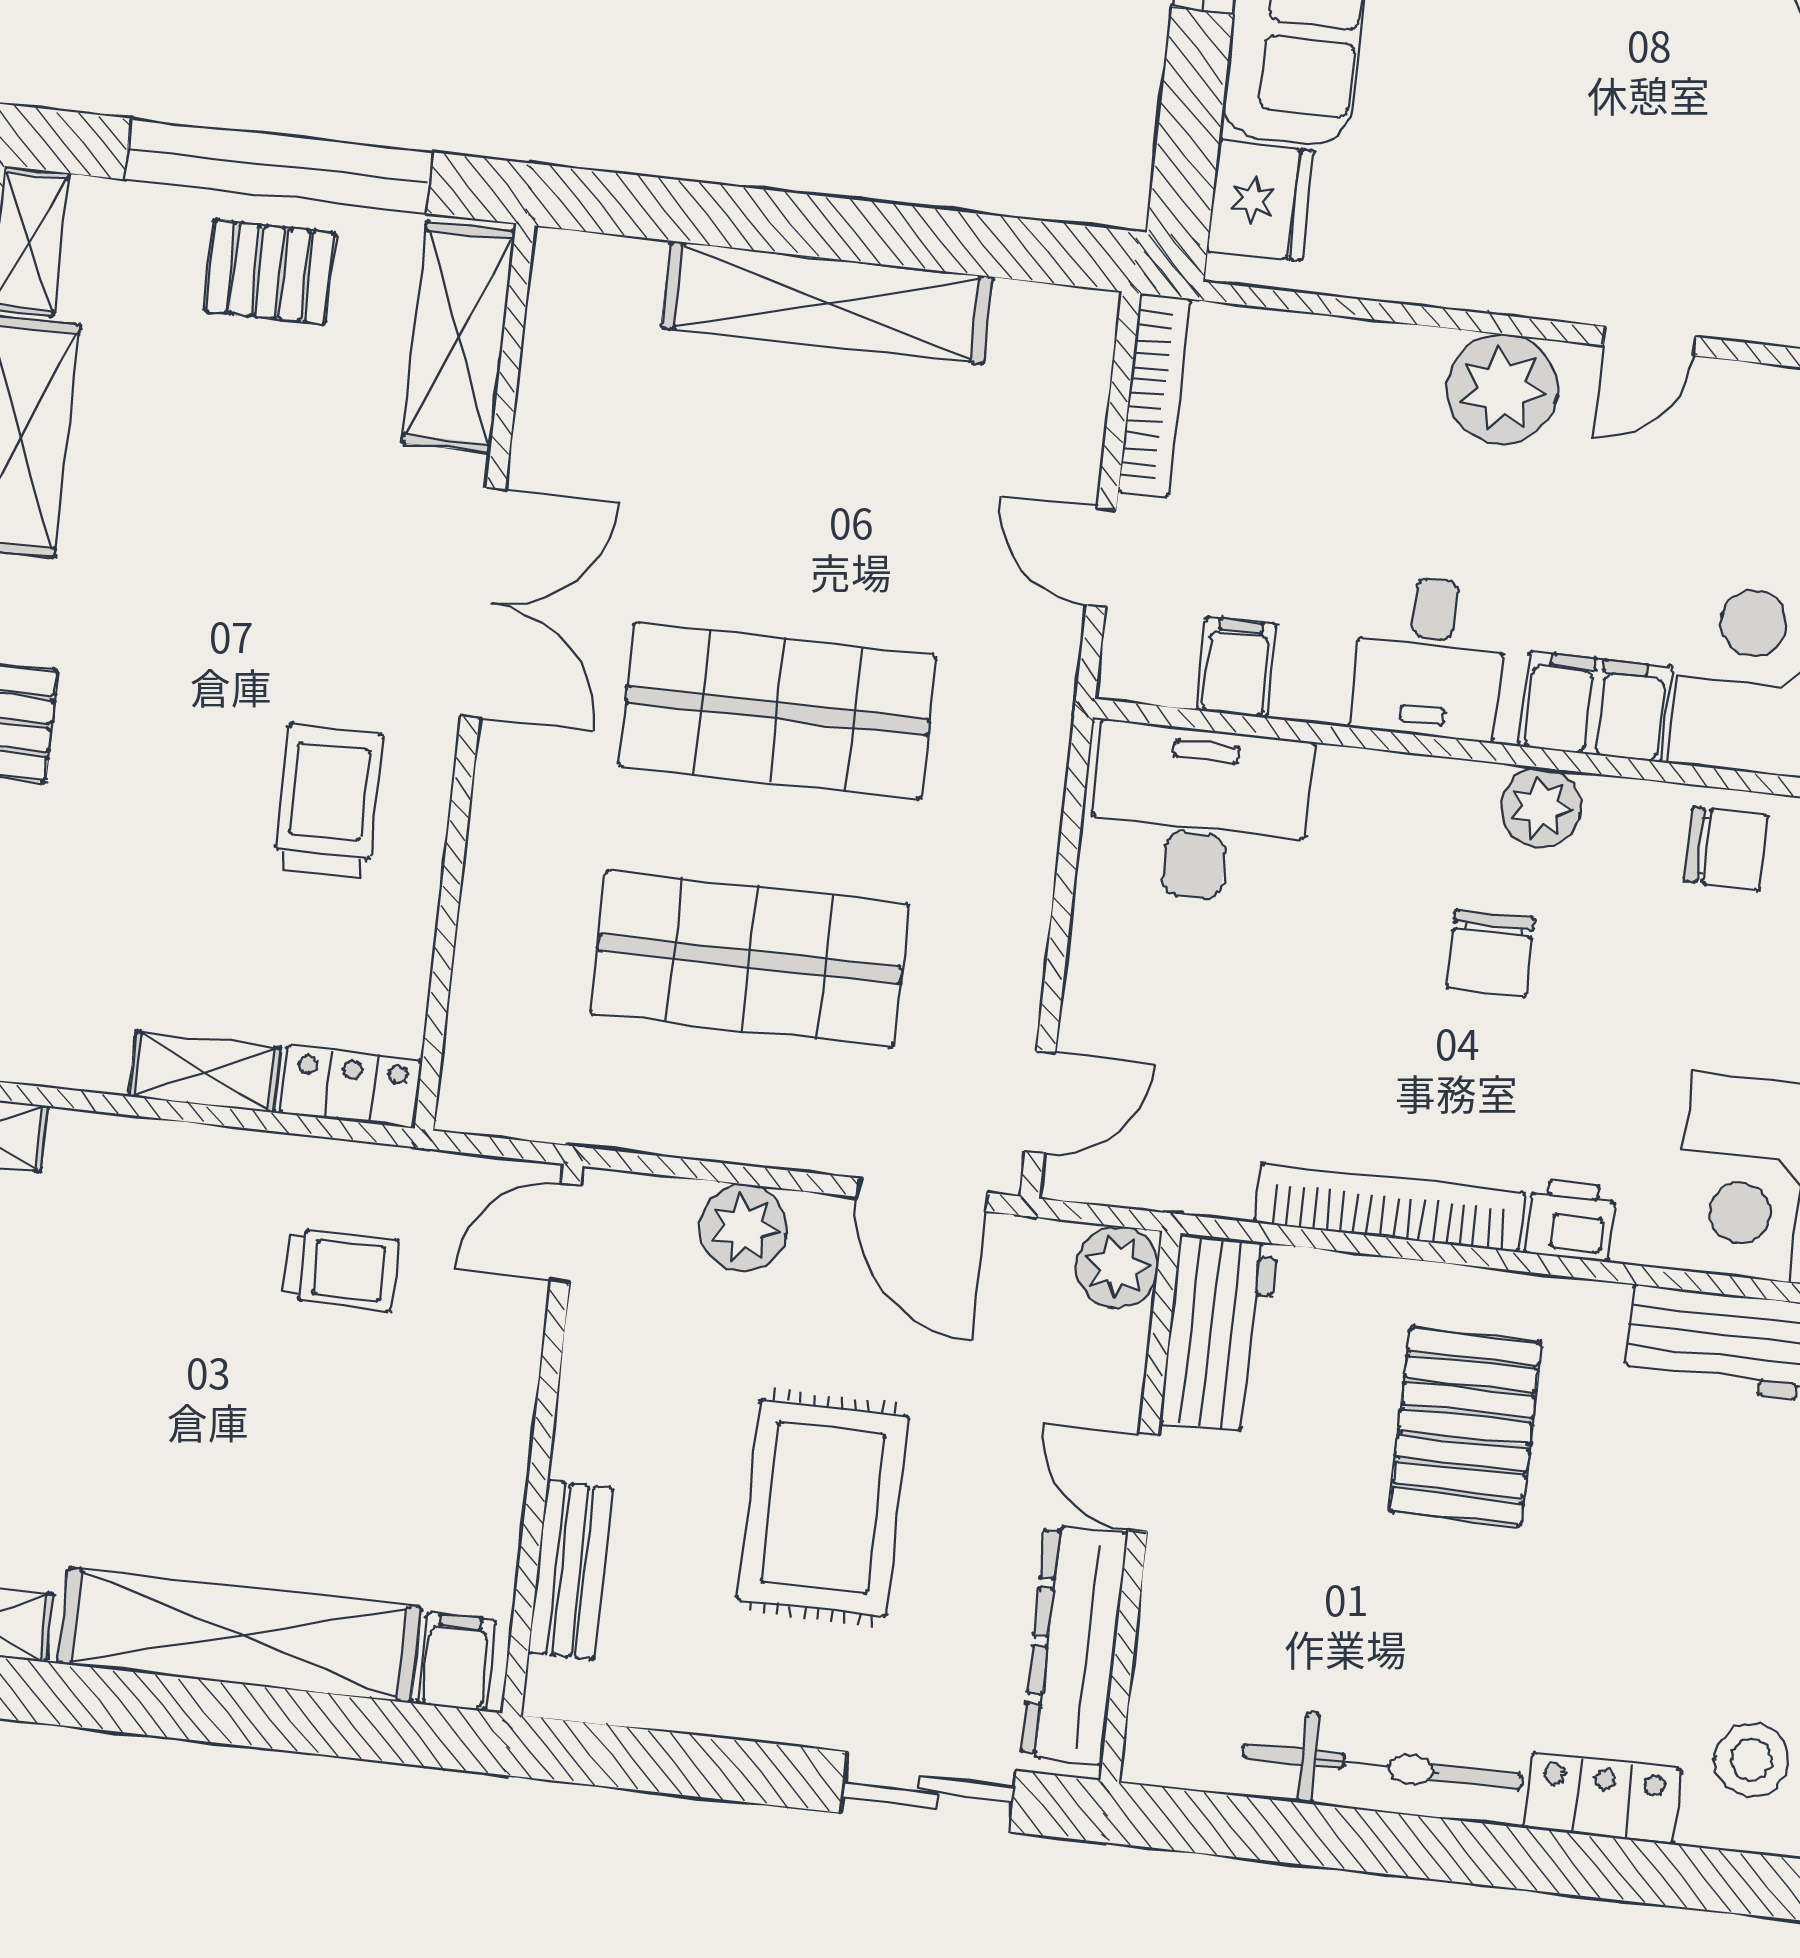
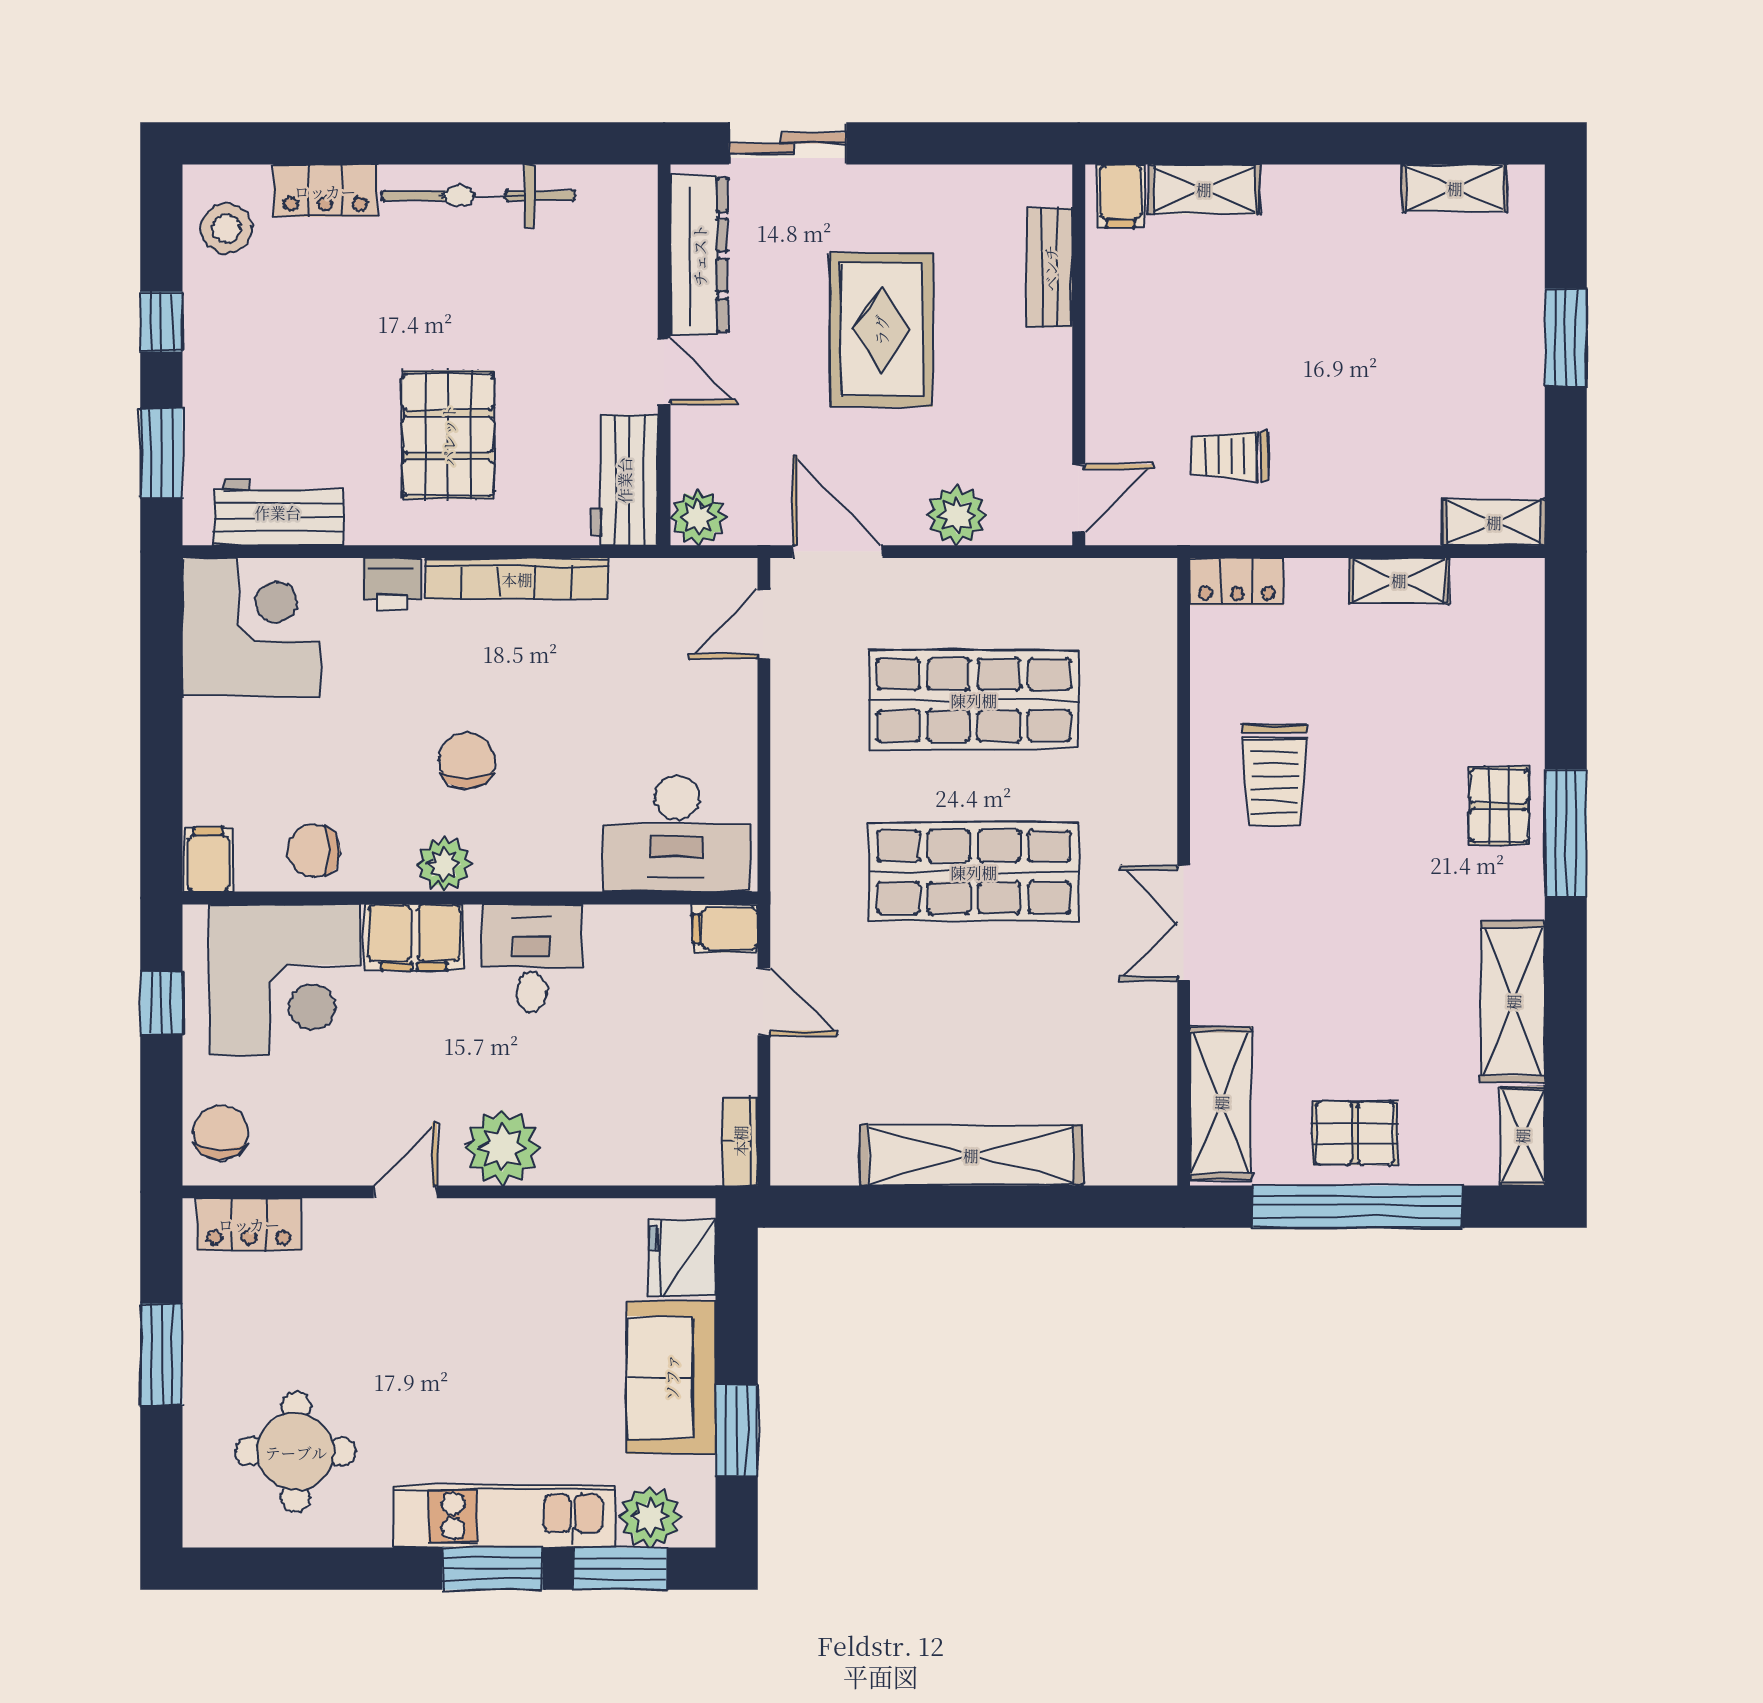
bookcase: (1154, 395) -> (740, 1141), width x0.64
double door: (483, 603) -> (1184, 923), width x0.73
filing cabinet: (1237, 667) -> (725, 929), moved, turned 90
shelving: (205, 1072) -> (1399, 580), moved
shelving: (240, 1635) -> (1204, 189), width x0.45, depth x0.75

